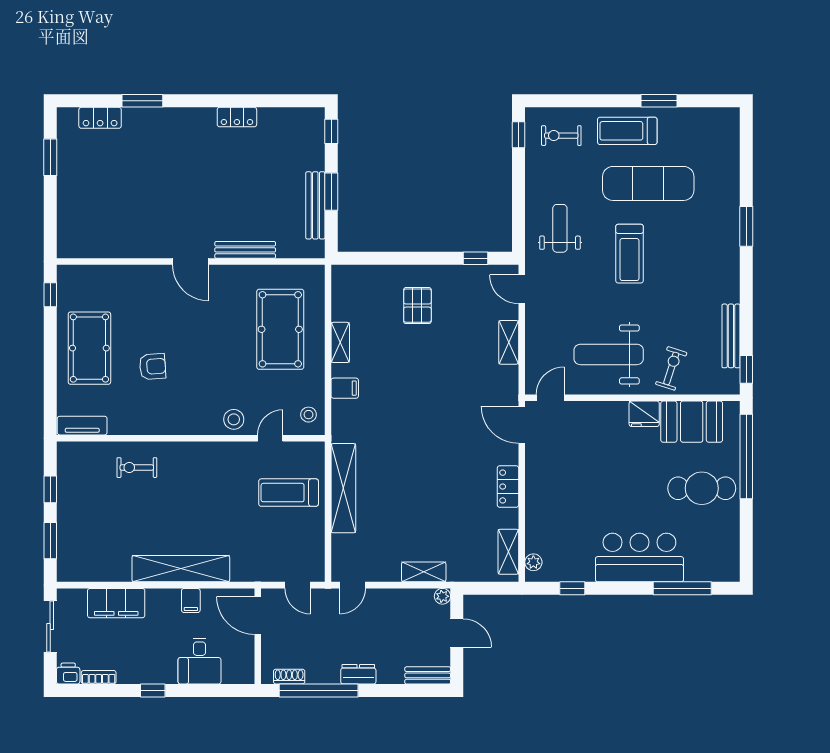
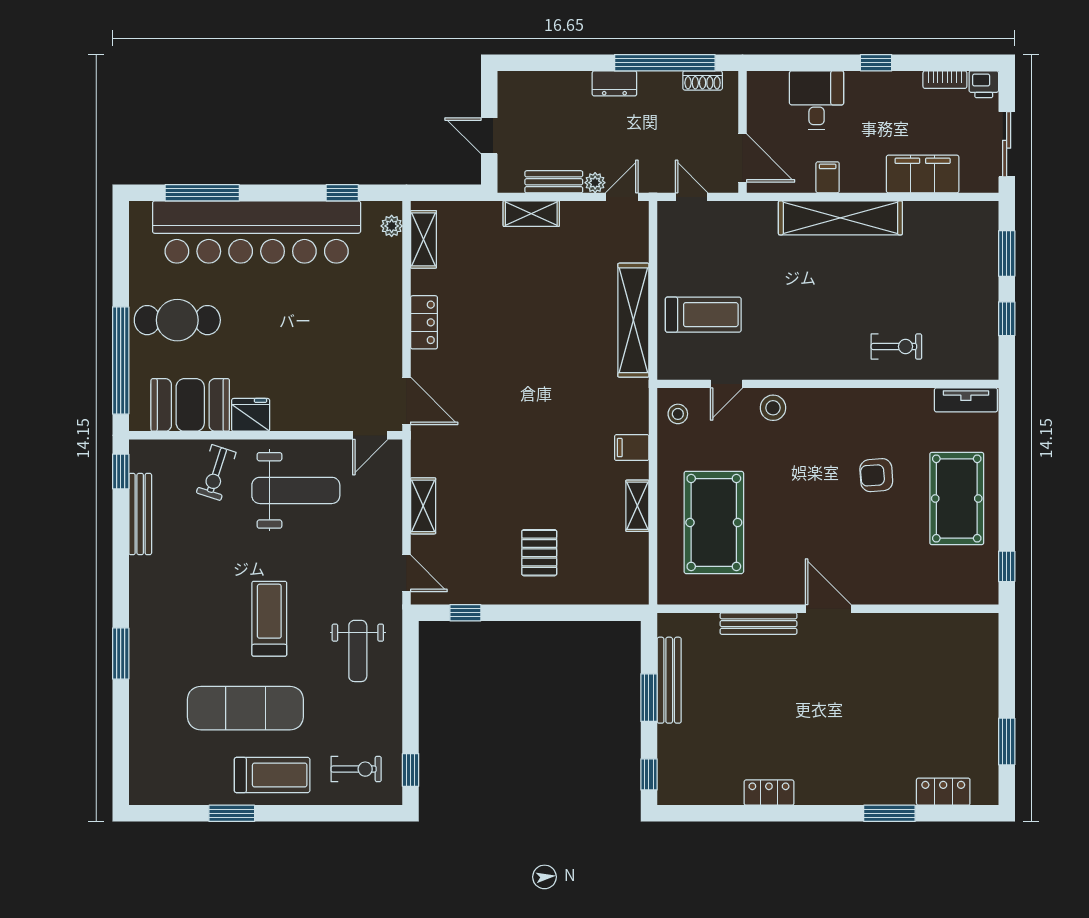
bar counter: (639, 557) -> (257, 232), width x1.86
plant: (442, 596) -> (595, 183), moved
bench: (428, 675) -> (554, 182), moved

